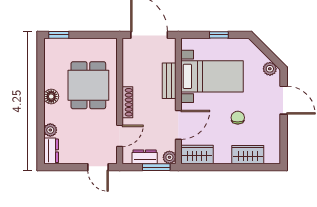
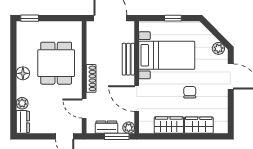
door: (178, 125) -> (137, 99), swing flipped
door: (120, 136) -> (84, 108), swing flipped
wardrobe: (197, 154) -> (169, 125), moved

